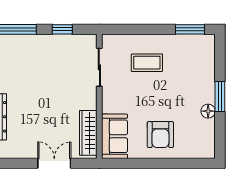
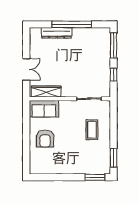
window: (220, 96) -> (95, 177), moved
floor lamp: (208, 111) -> (60, 170), removed
armchair: (160, 135) -> (45, 139), turned -90

